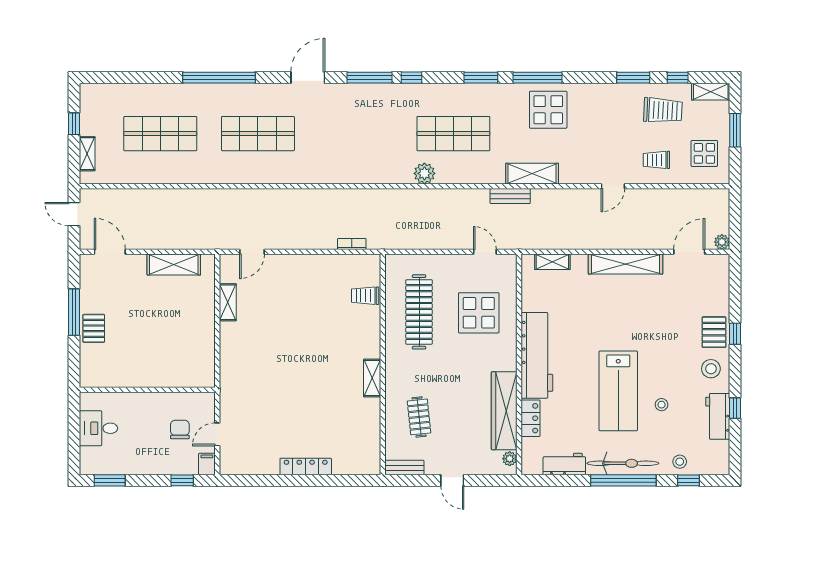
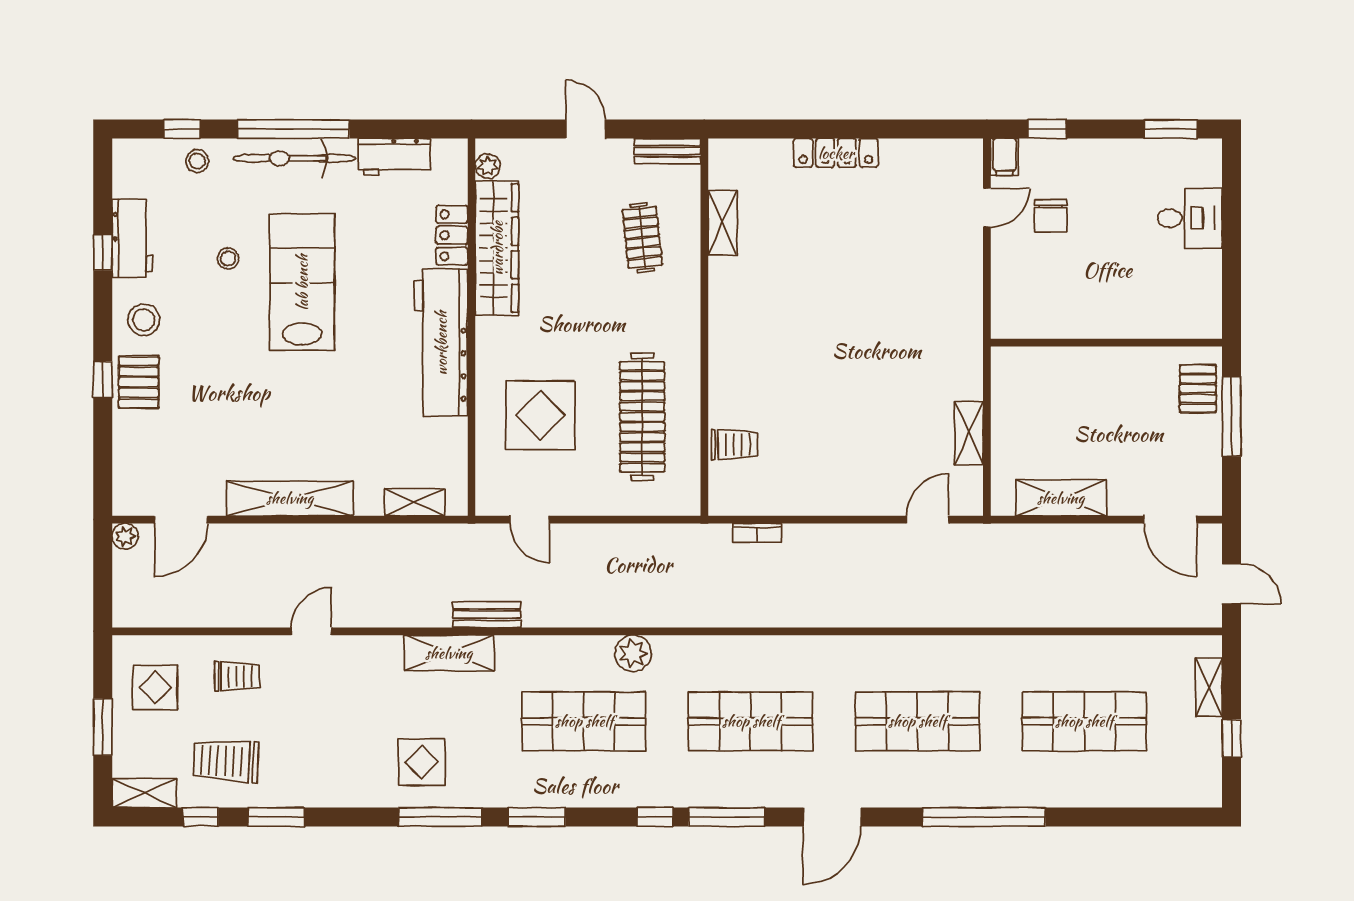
display table: (548, 110) -> (422, 762), width x0.73, depth x0.73
shop shelf: (356, 134) -> (751, 721), added
shelving: (372, 378) -> (723, 223), moved
wall: (147, 390) -> (1106, 343), moved

